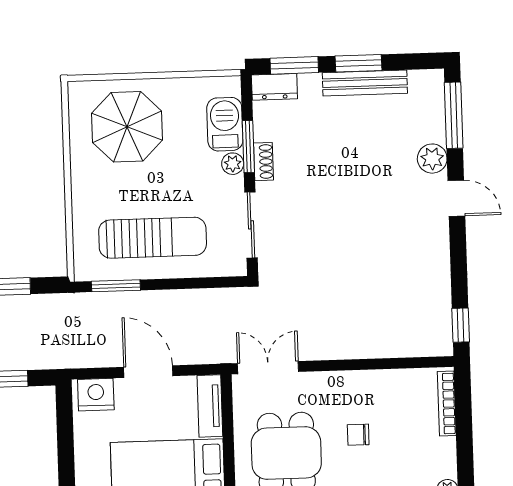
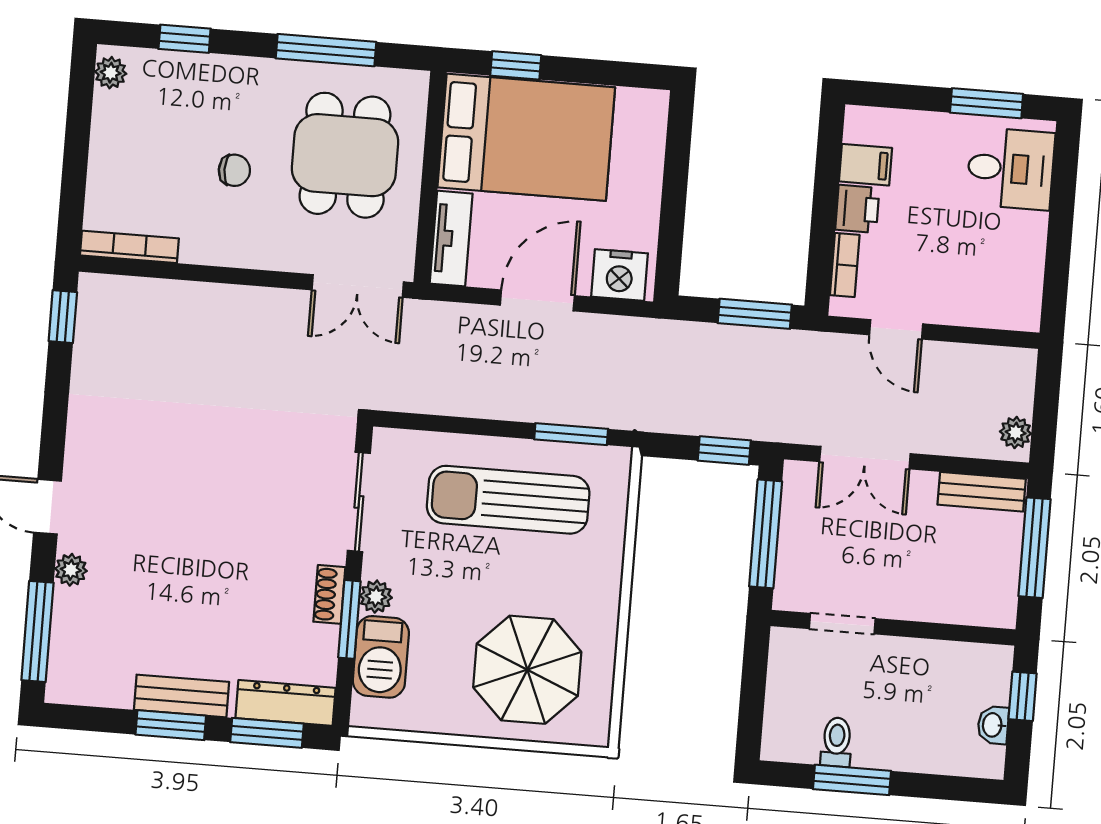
bench: (365, 83) -> (182, 696), width x0.73
dresser: (274, 87) -> (286, 703), width x1.44
plant: (432, 159) -> (71, 570), width x0.73, depth x0.73
door: (148, 372) -> (537, 300), swing flipped
bookcase: (447, 404) -> (129, 247), moved, turned -90

